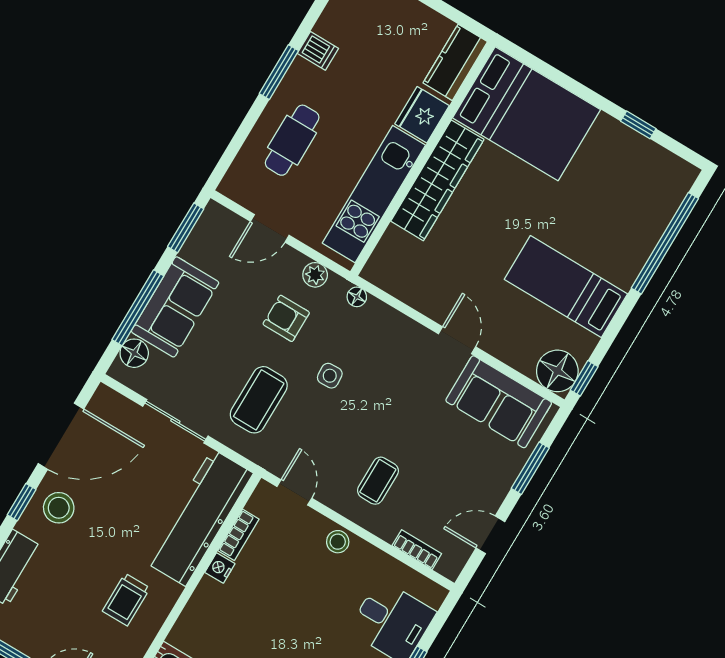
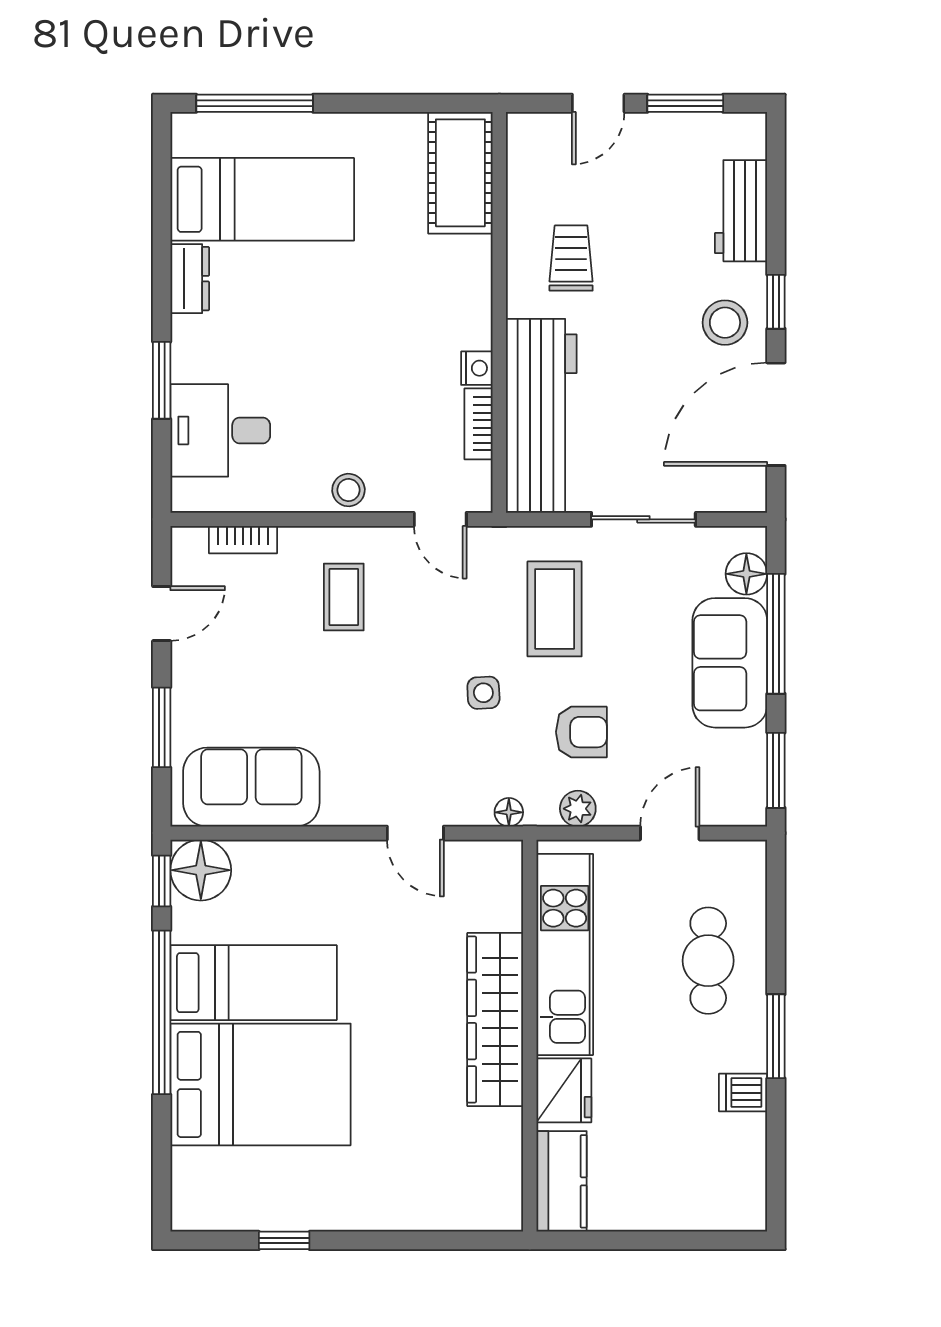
bed: (527, 114) -> (260, 1084), moved, turned 180
window: (665, 243) -> (162, 1012), moved
door: (457, 340) -> (415, 833), moved

